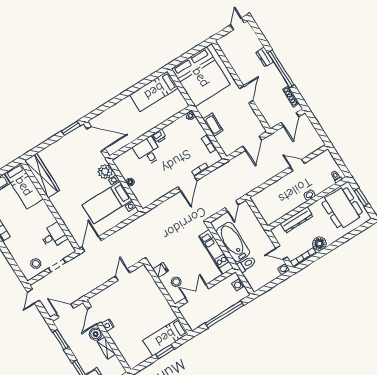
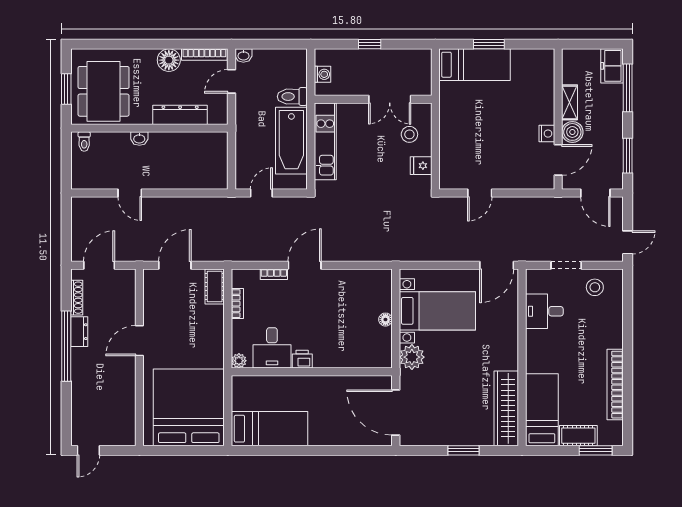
dresser: (264, 57) -> (79, 332), moved
cot: (213, 125) -> (215, 287), moved
window: (71, 128) -> (464, 450), moved
desk: (148, 151) -> (272, 348), moved
door: (281, 253) -> (231, 81), swing flipped
window: (224, 314) -> (370, 44), width x0.32

